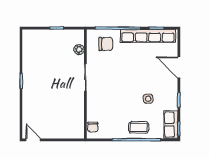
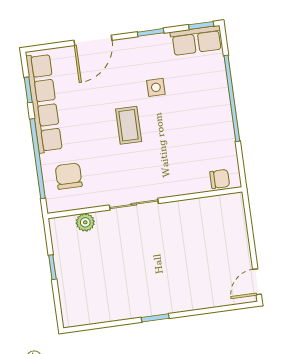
coffee table: (139, 127) -> (129, 125), moved

